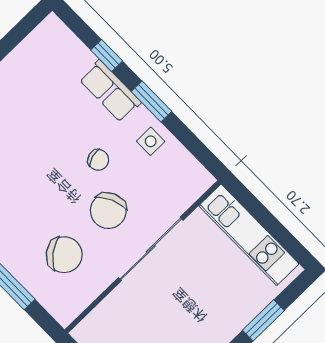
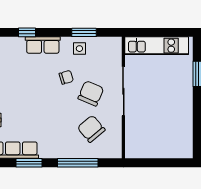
window: (151, 101) -> (84, 32), moved
chair: (108, 211) -> (91, 93), turned -133
chair: (64, 255) -> (91, 129), turned -92

